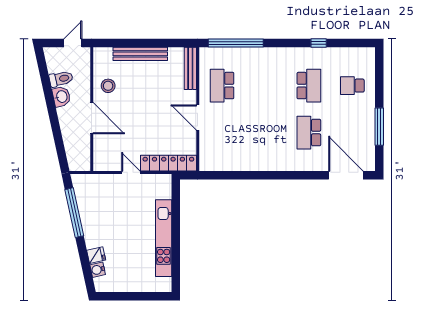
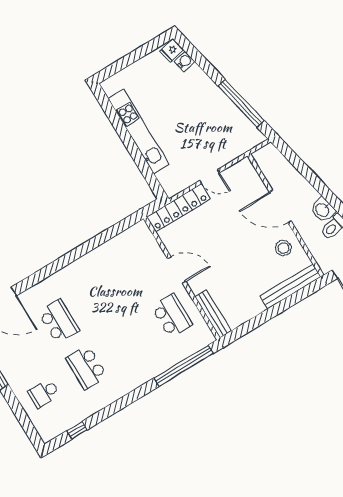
window: (319, 43) -> (77, 430), moved
bench: (140, 54) -> (290, 286), moved
school desk: (352, 86) -> (44, 393), turned 180
fridge: (96, 255) -> (172, 51), moved

